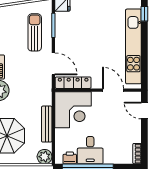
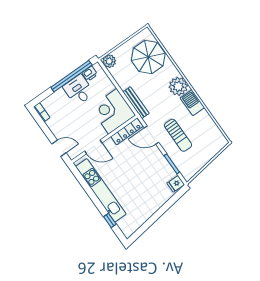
sun lounger: (35, 32) -> (178, 135), moved
bench: (47, 124) -> (136, 103), moved

